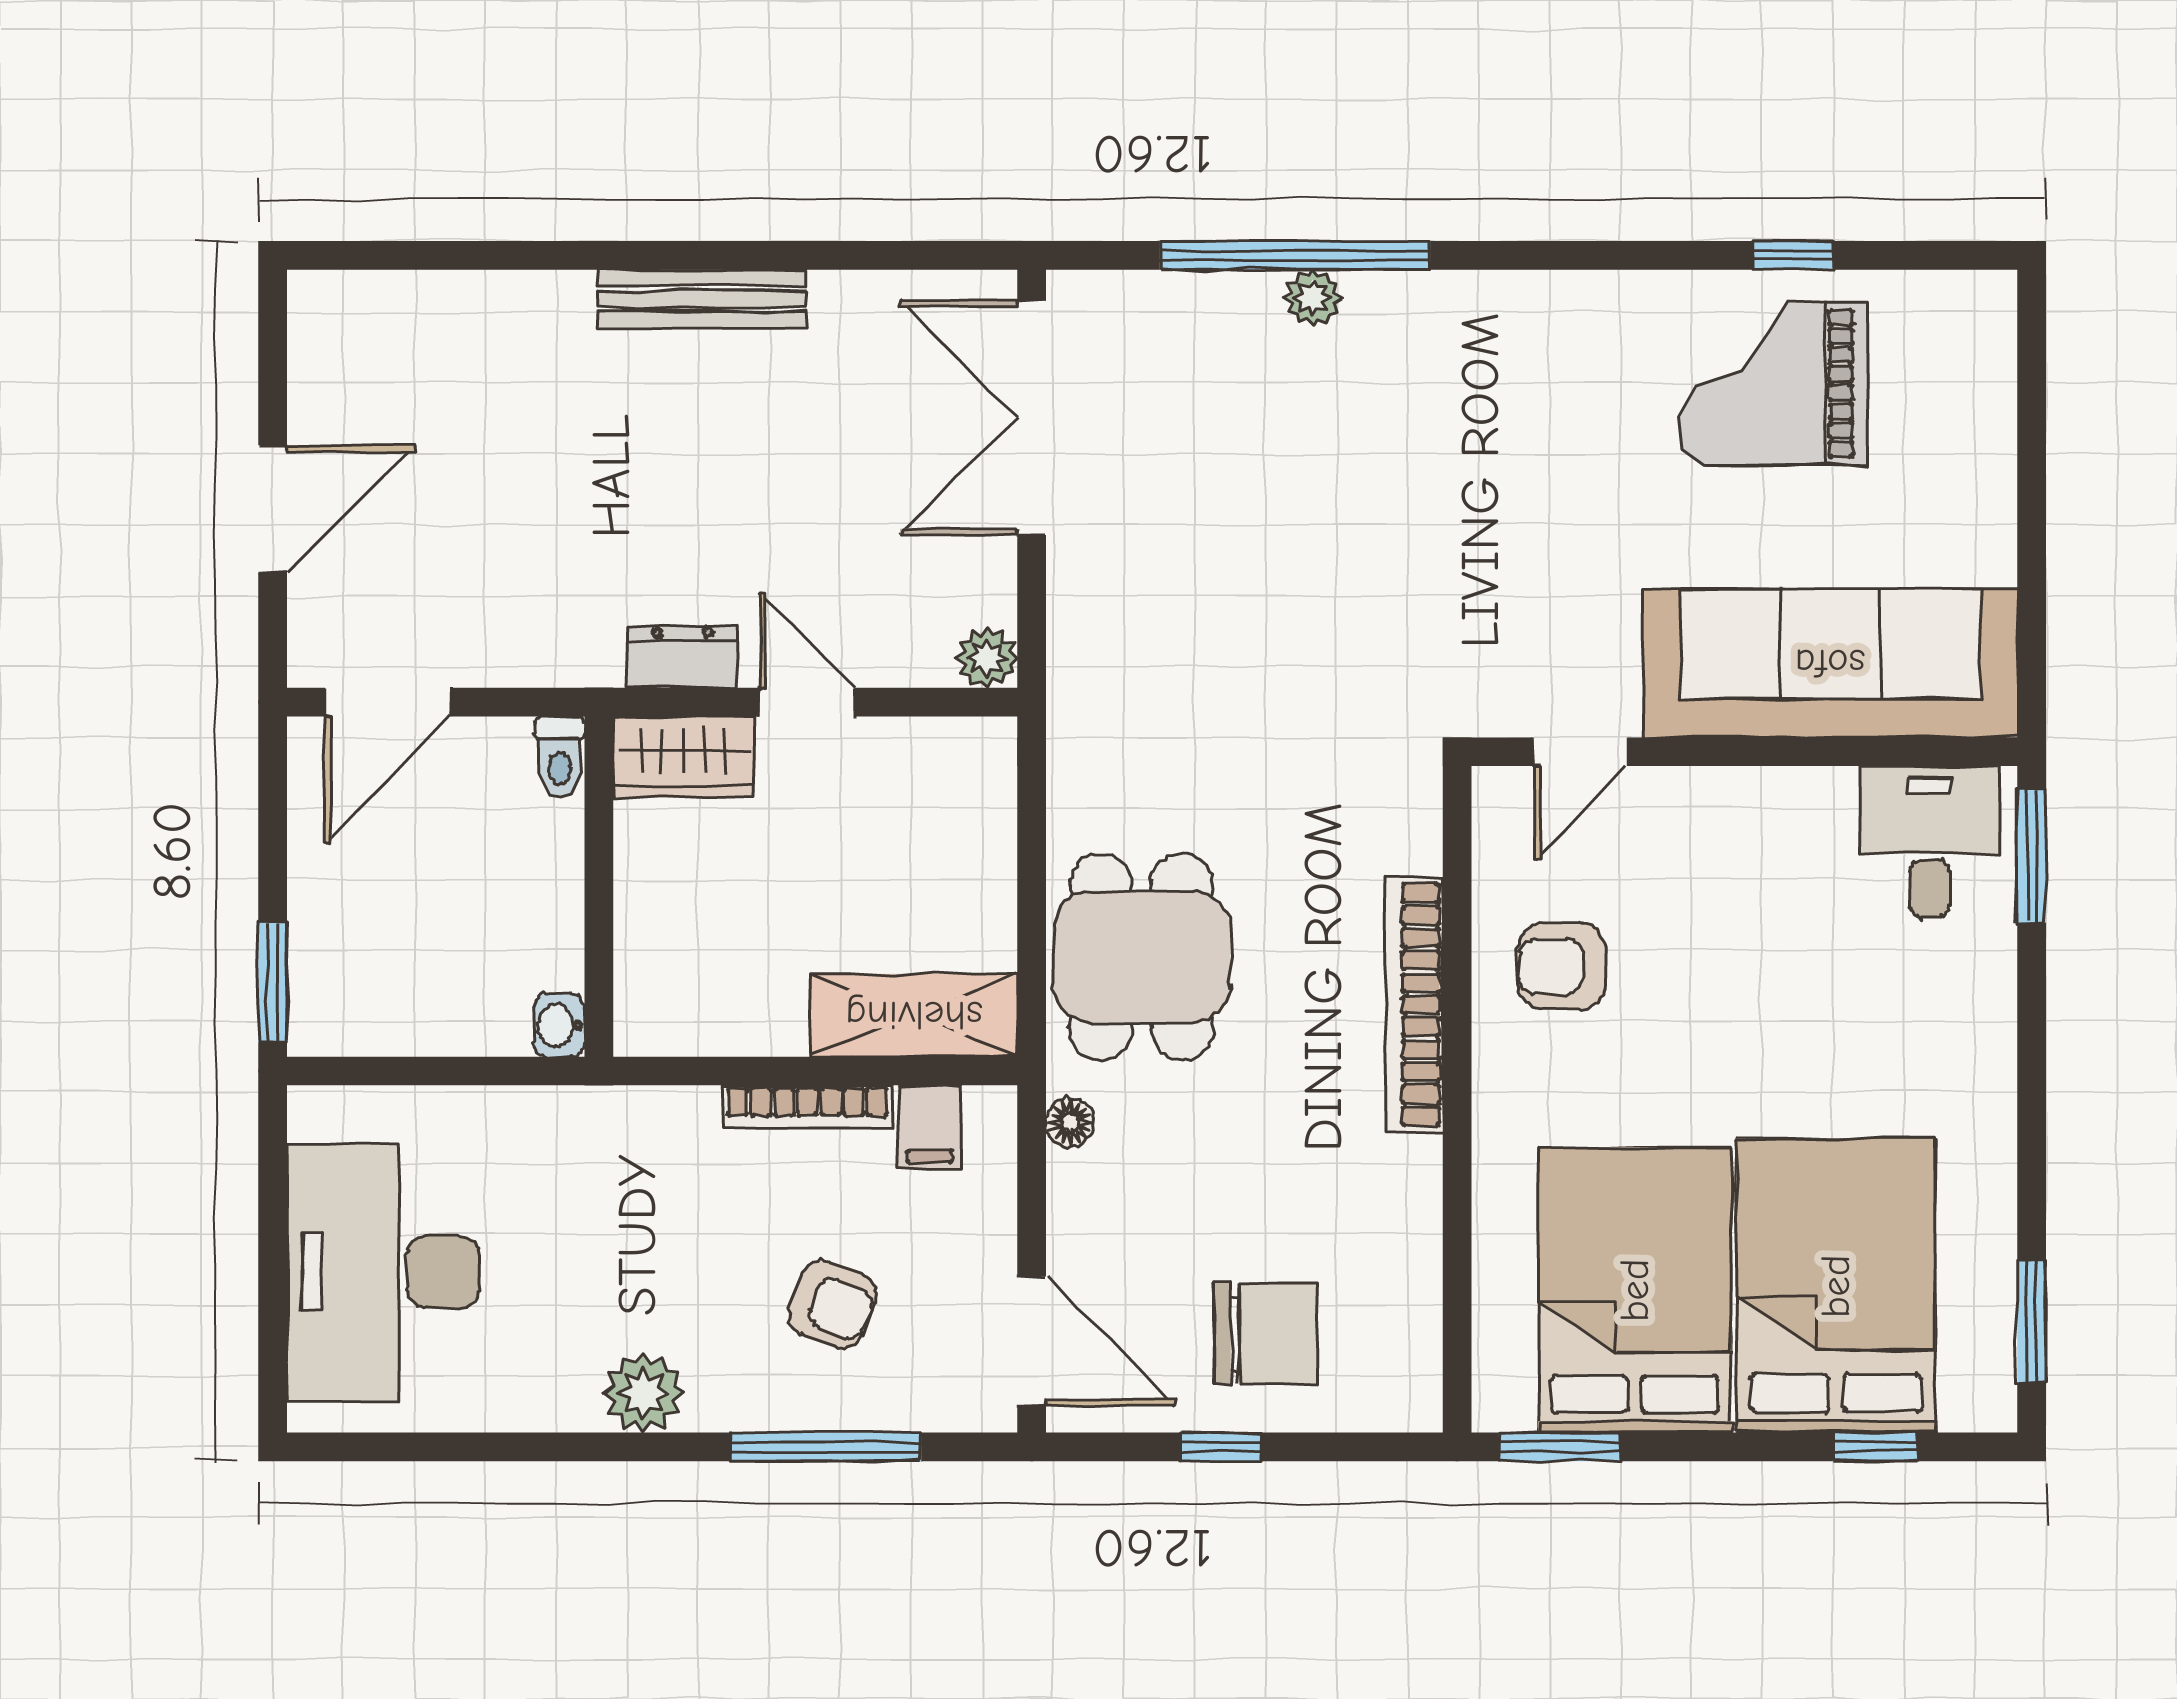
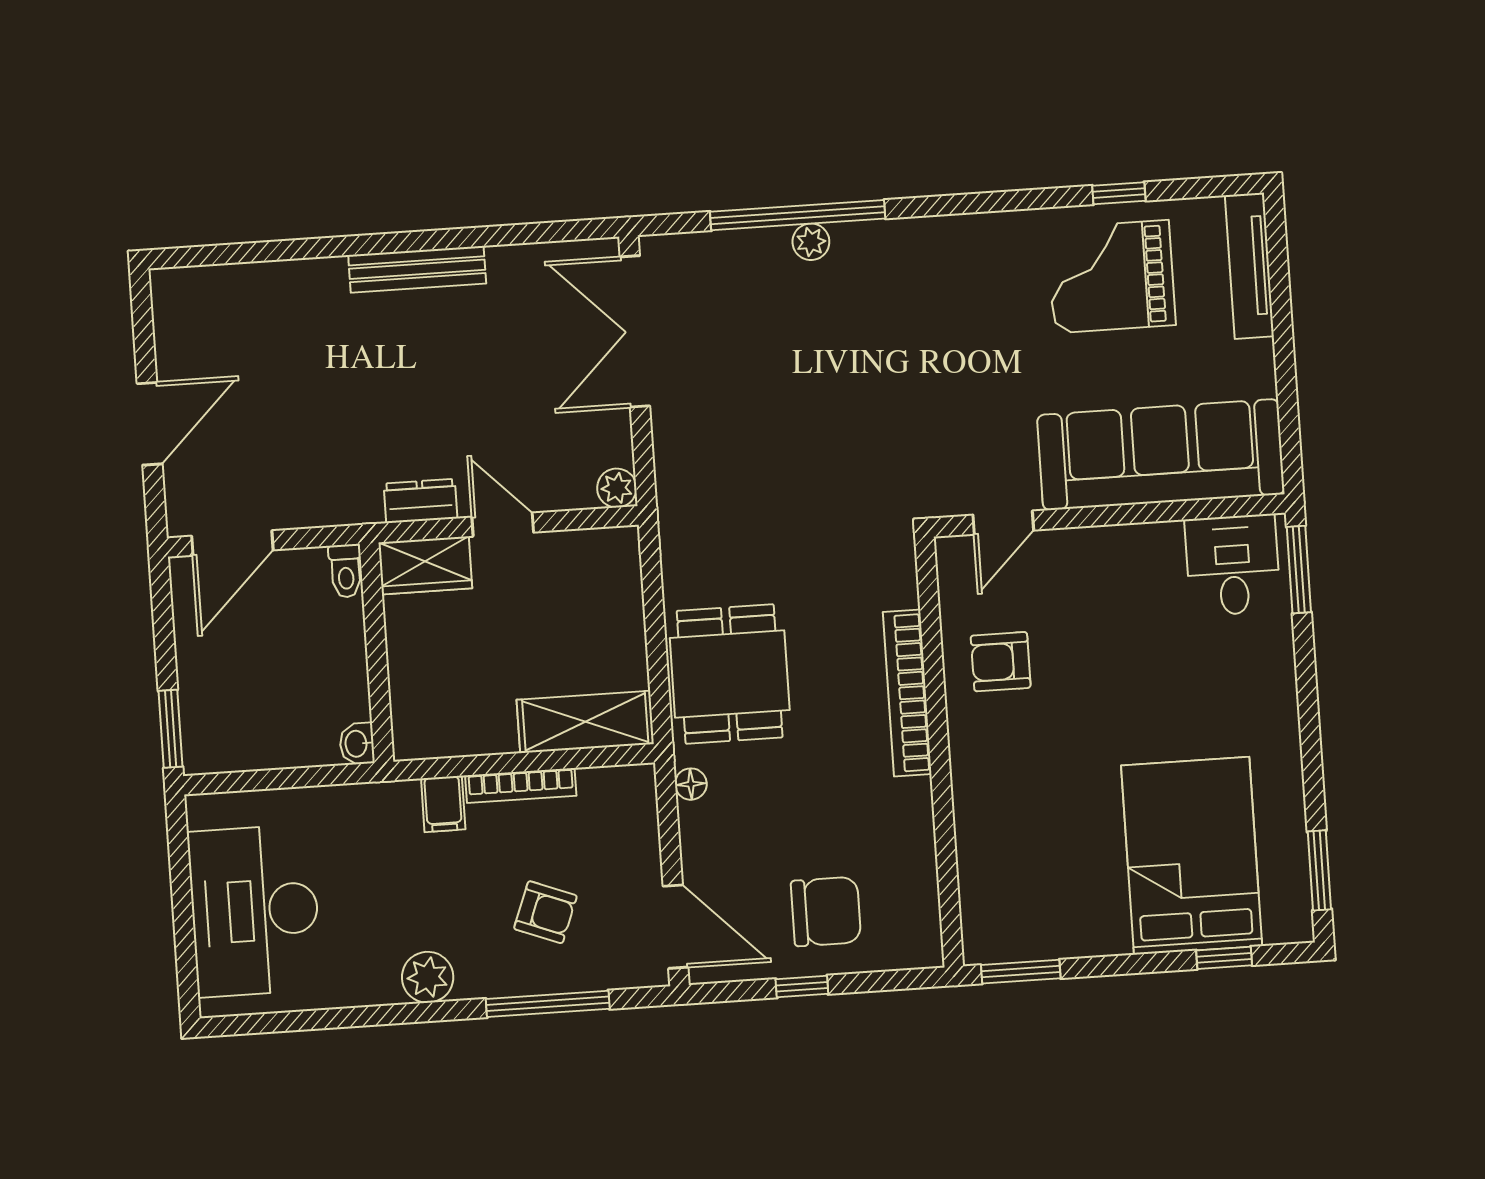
tv unit: (1987, 381) -> (1249, 266), added
filing cabinet: (929, 1127) -> (443, 804), moved
bed: (1635, 1290) -> (1062, 867), removed

